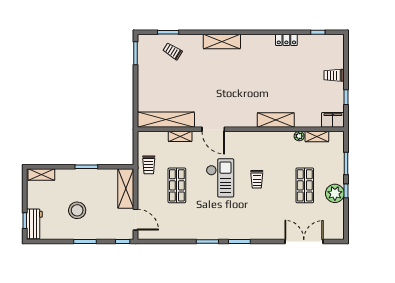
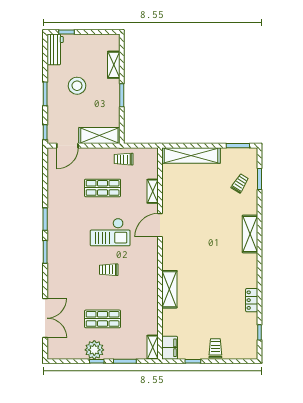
shelving: (166, 120) -> (191, 155), moved, turned 90
plant: (299, 136) -> (153, 313), removed
shelving: (317, 136) -> (153, 347), moved
shelving: (41, 175) -> (114, 65), moved
workbench: (34, 224) -> (55, 49), moved, turned -90

